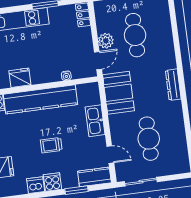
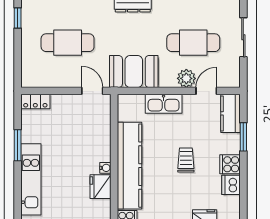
plant: (106, 41) -> (186, 78), moved
water cooler: (66, 76) -> (105, 168), moved
trolley: (51, 145) -> (186, 160), turned 180
sliding door: (141, 182) -> (243, 37), moved

